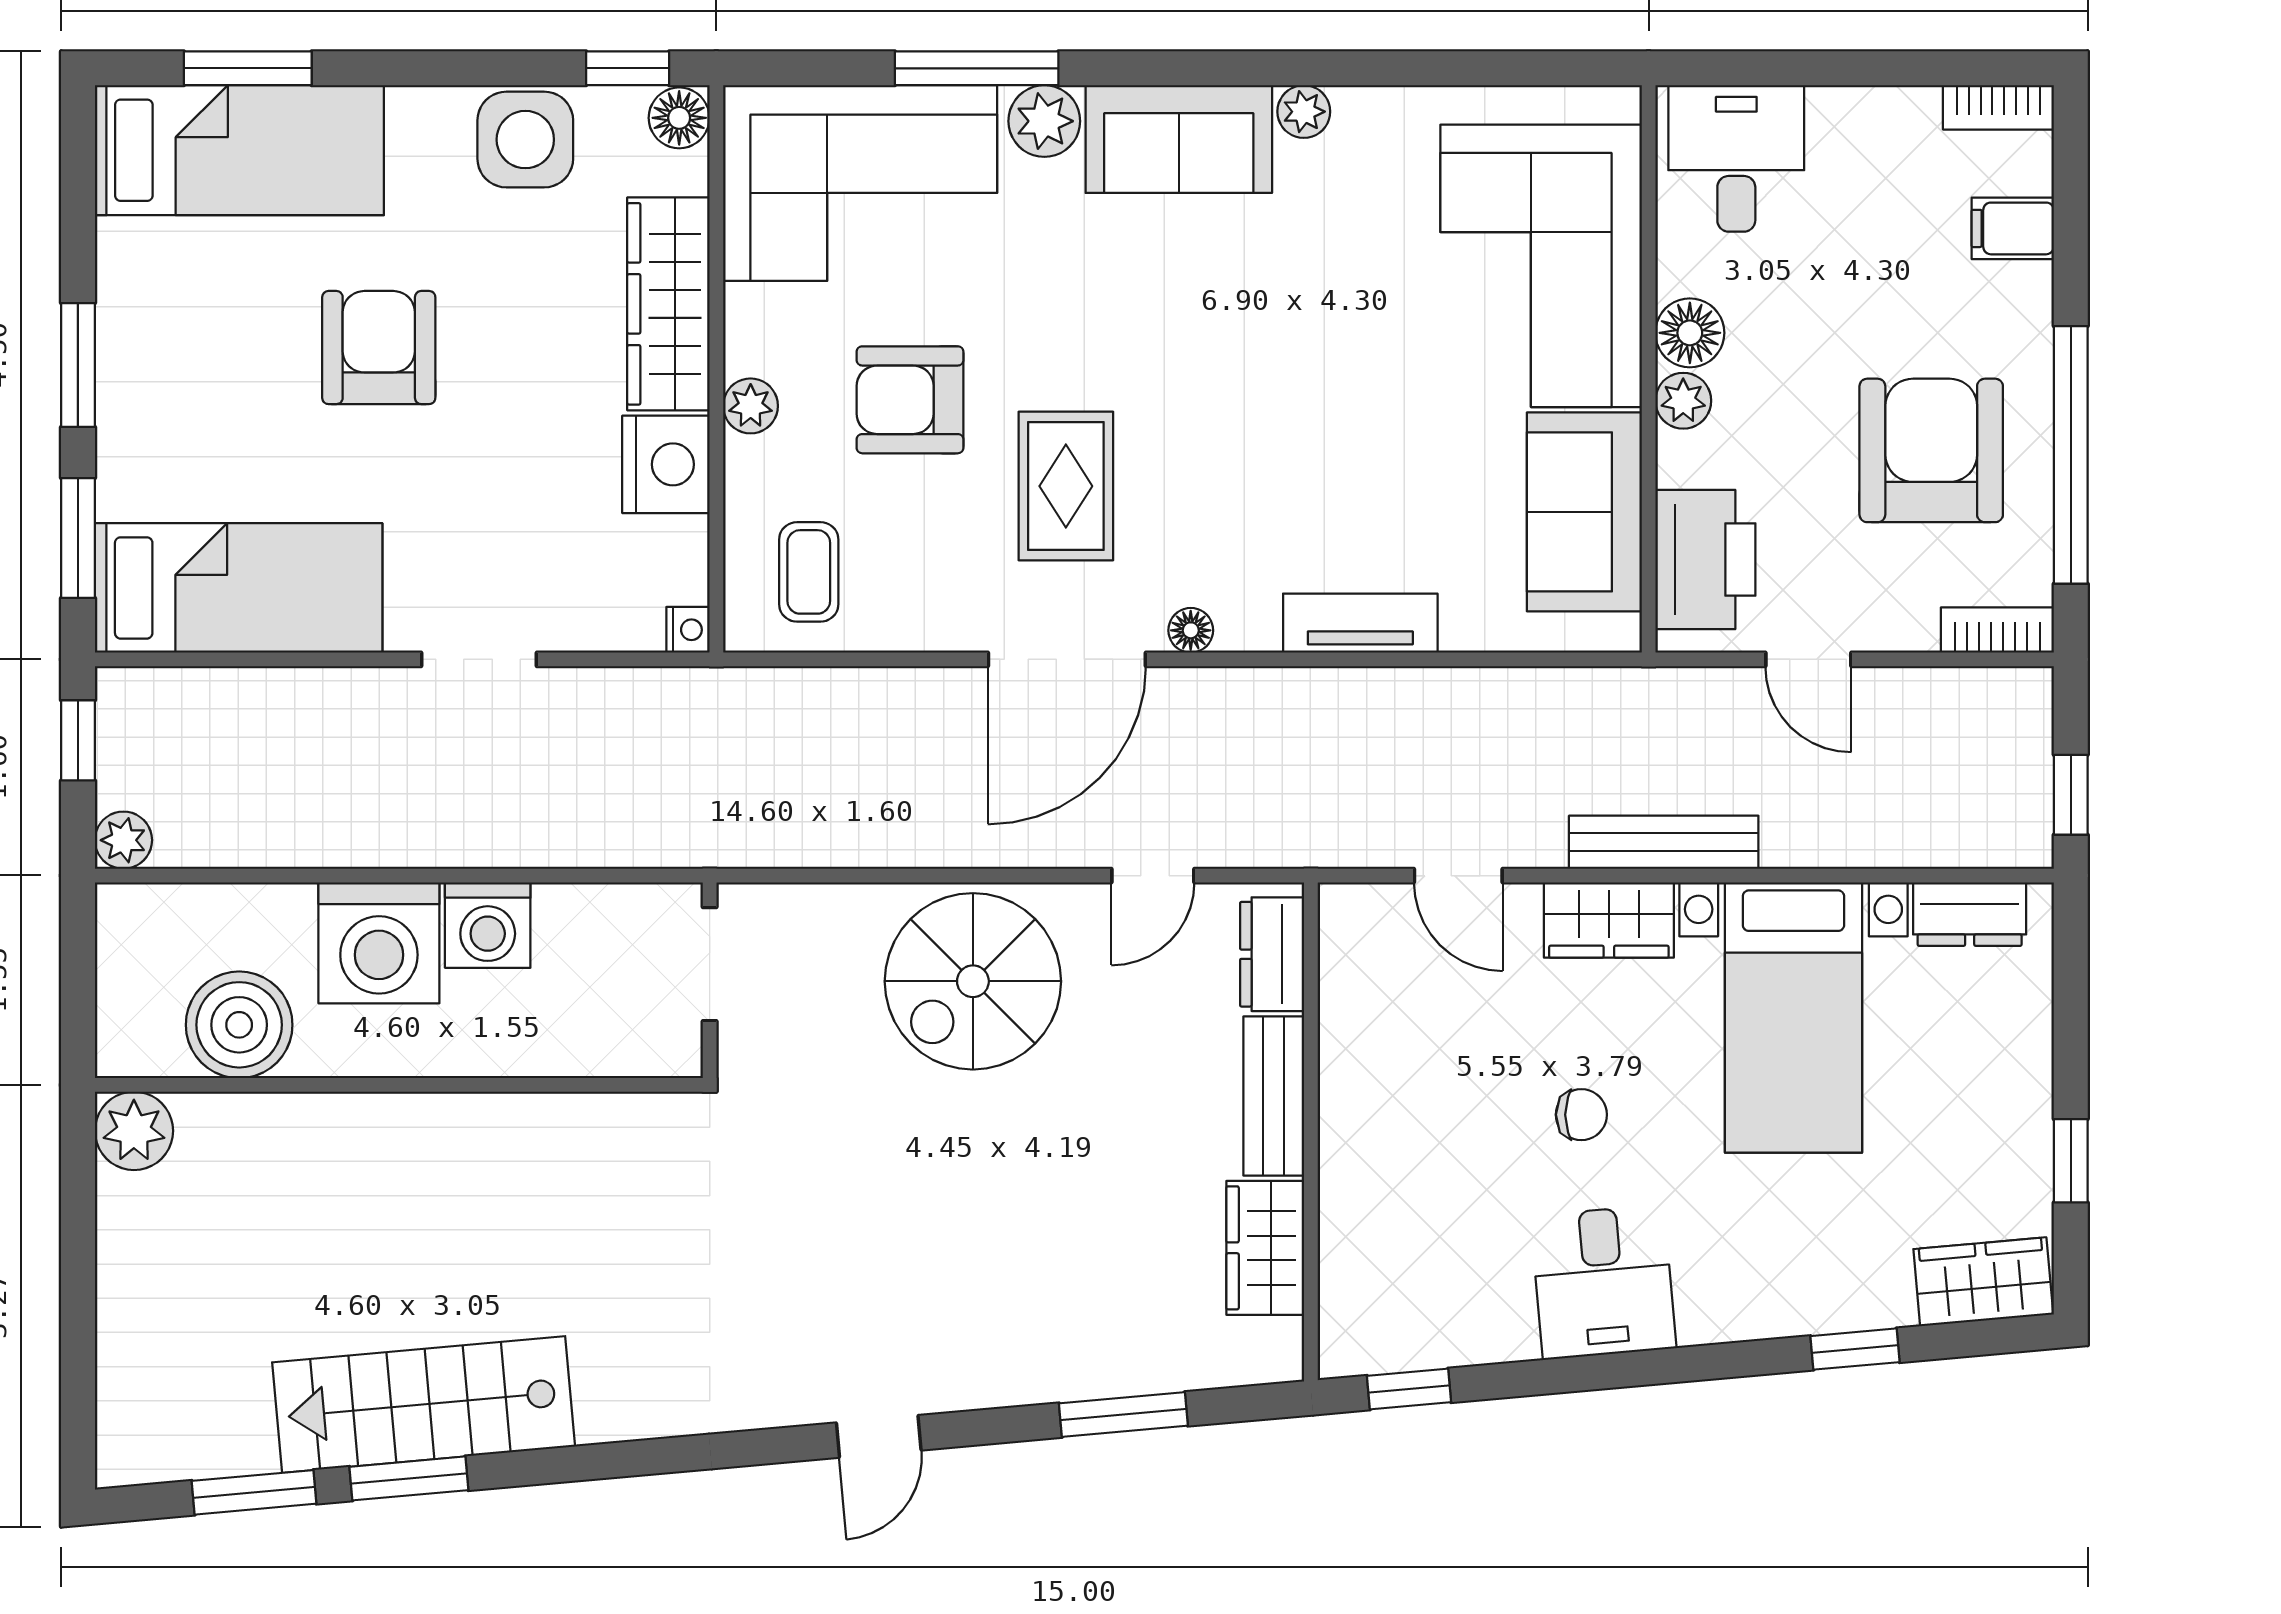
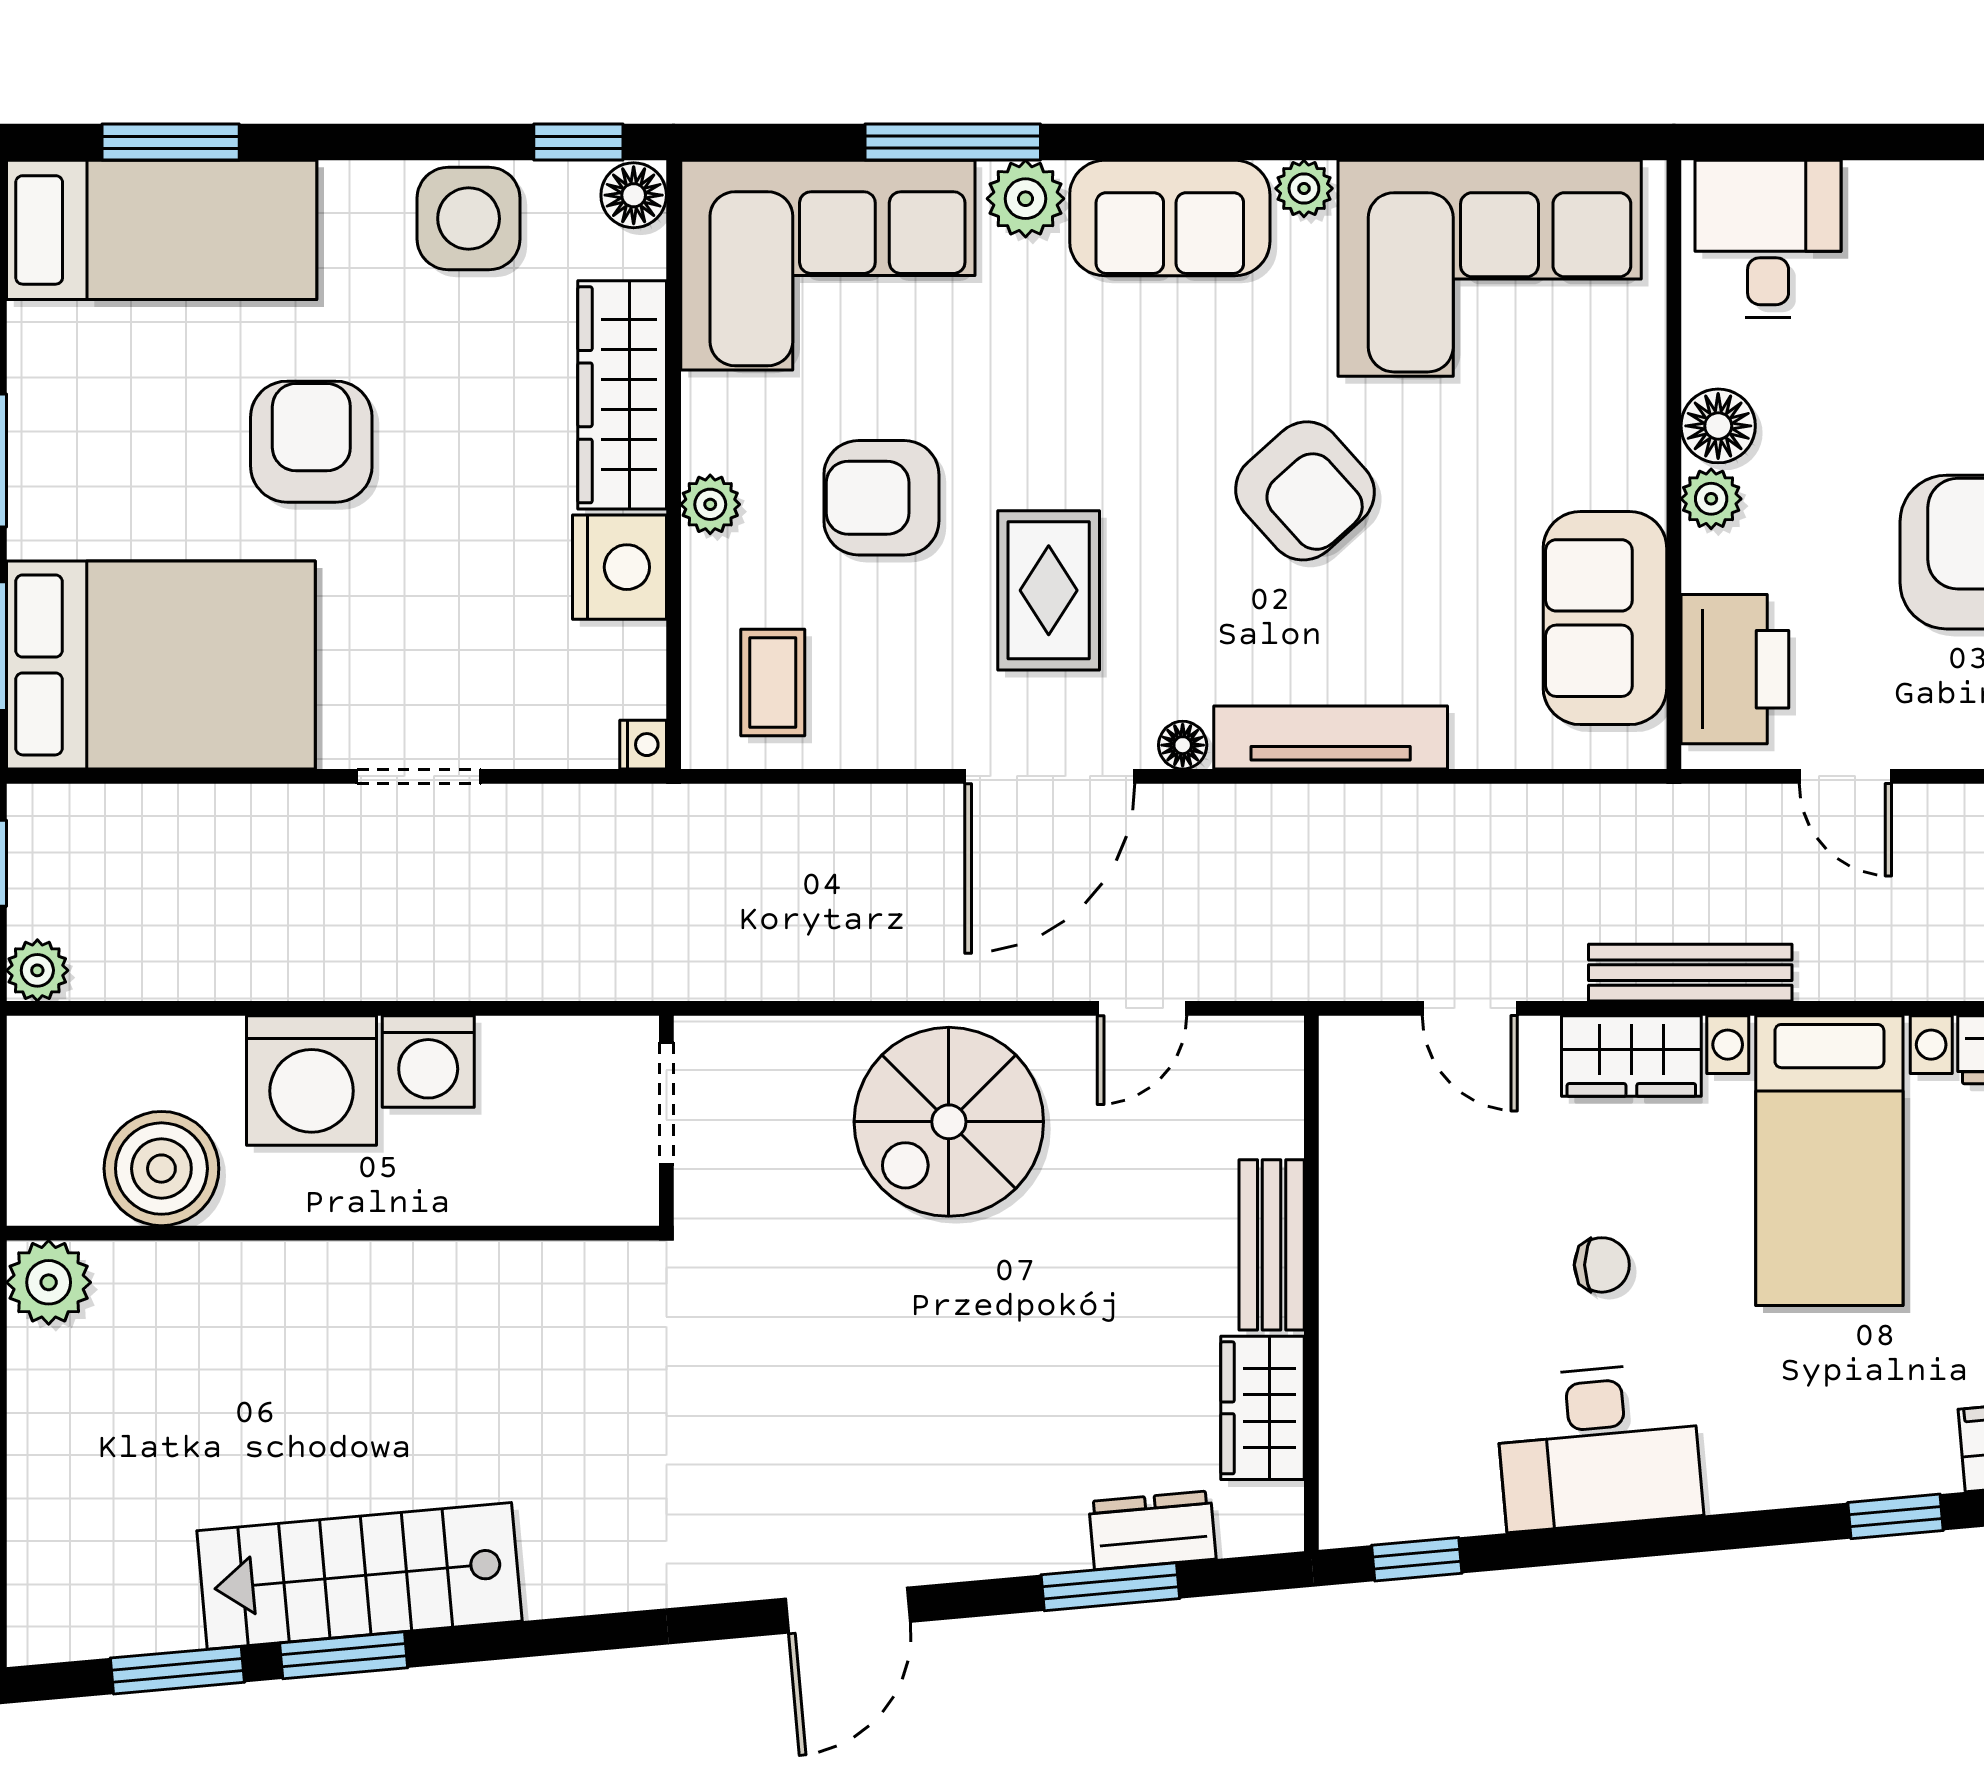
corner sofa: (1541, 266) -> (1490, 268), moved, turned -90
armchair: (1305, 393) -> (1305, 491), added
bed: (239, 588) -> (161, 665), width x1.50
tv unit: (1360, 623) -> (1331, 737), width x1.41
dresser: (1272, 954) -> (1152, 1530), moved, turned 85
desk: (1603, 1282) -> (1599, 1447), width x1.37
door: (879, 1436) -> (848, 1610), width x1.38

